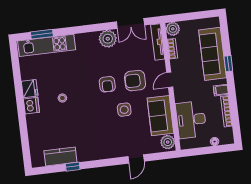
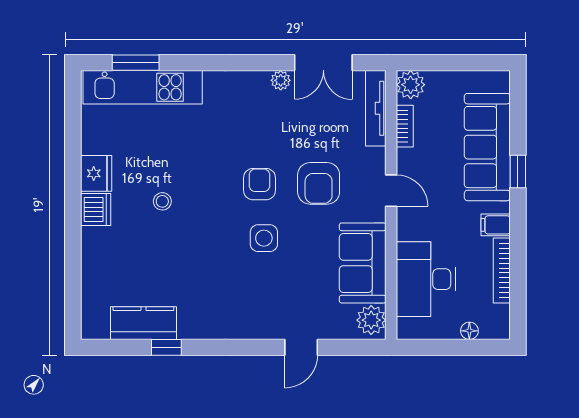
plant: (108, 39) -> (281, 80), width x0.53, depth x0.53
door: (170, 80) -> (391, 191), swing flipped
armchair: (135, 81) -> (319, 183), turned -90
armchair: (107, 84) -> (260, 184), turned 180
side table: (124, 110) -> (264, 238), moved

